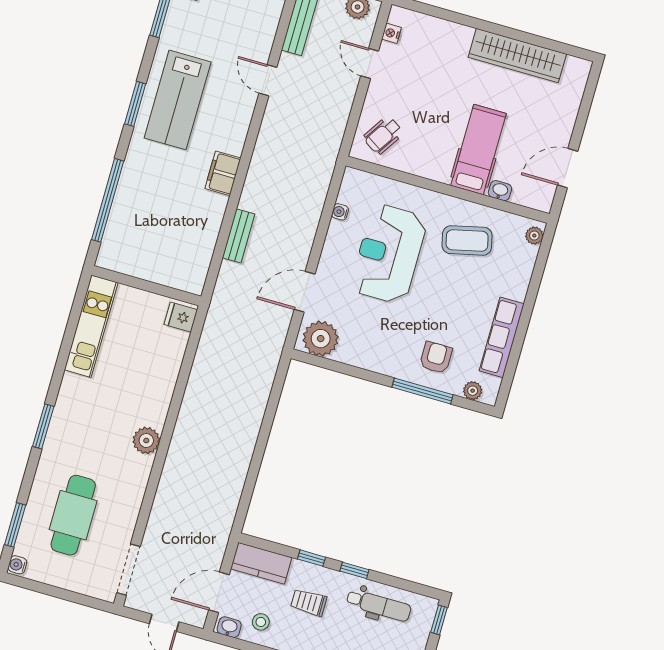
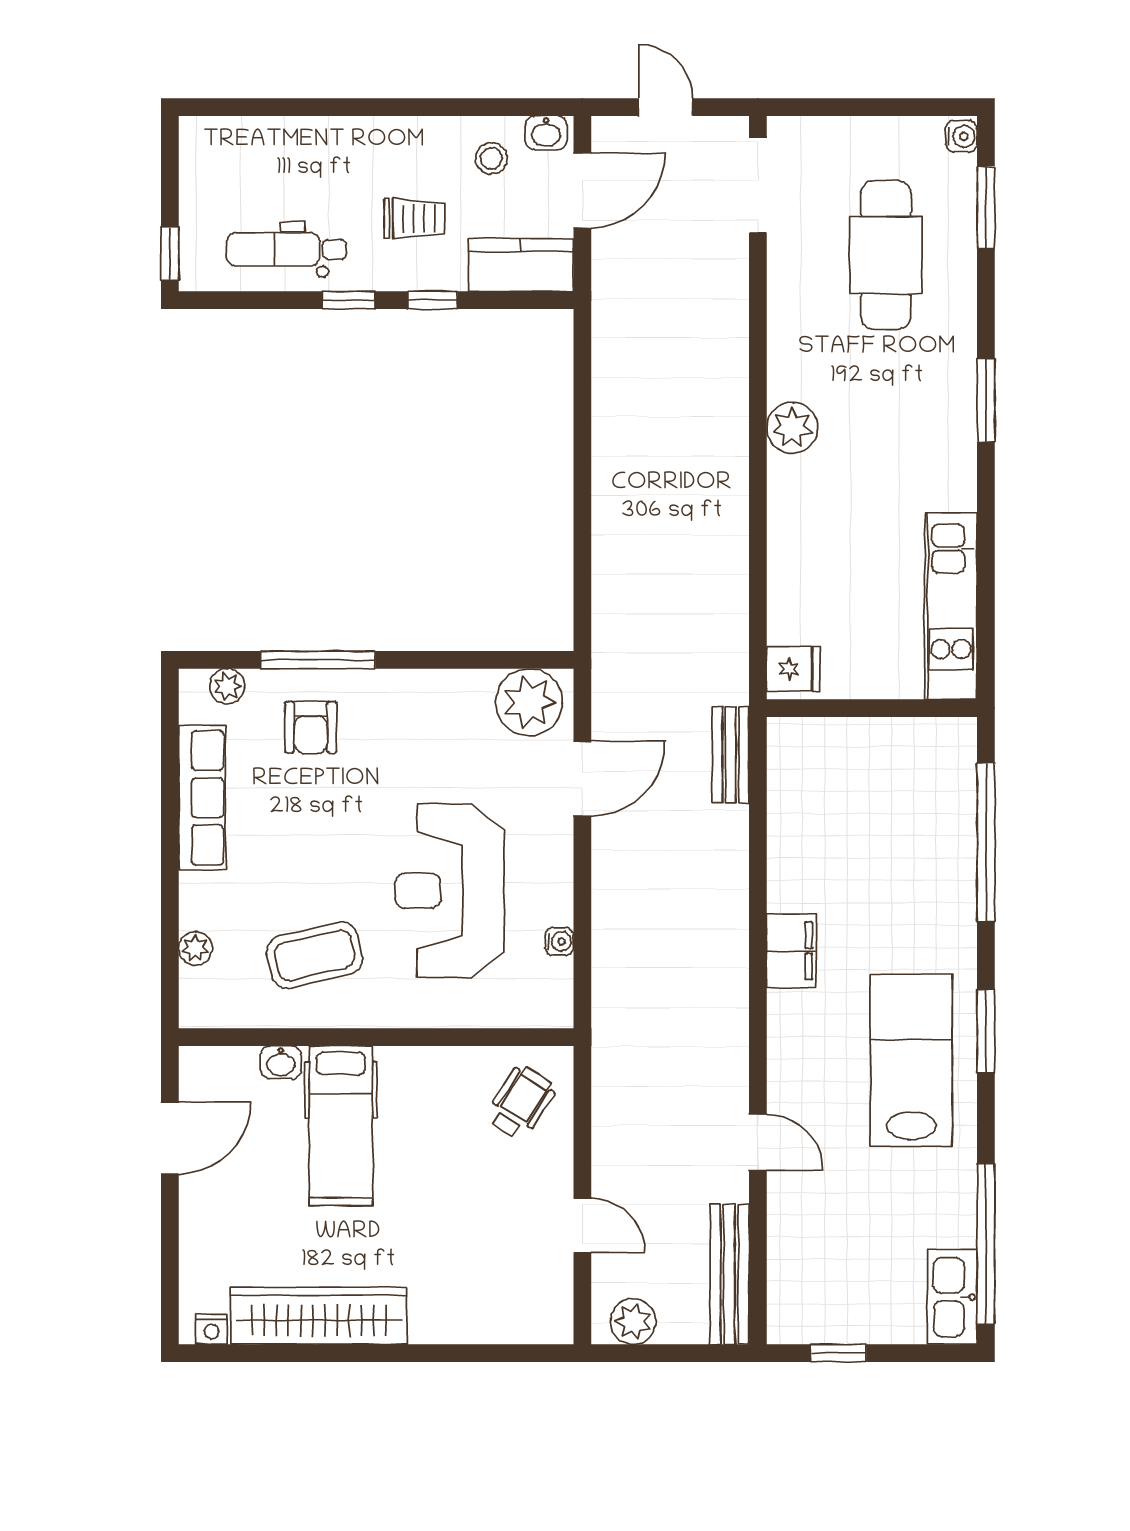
nightstand: (391, 33) -> (211, 1329), moved, turned 90
bench: (239, 236) -> (731, 755), moved
plant: (534, 236) -> (195, 948), moved
reception desk: (389, 254) -> (450, 891), turned 180

